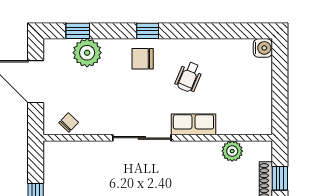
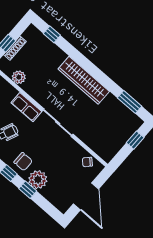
window: (78, 31) -> (28, 190), moved
plant: (87, 53) -> (38, 180), moved

